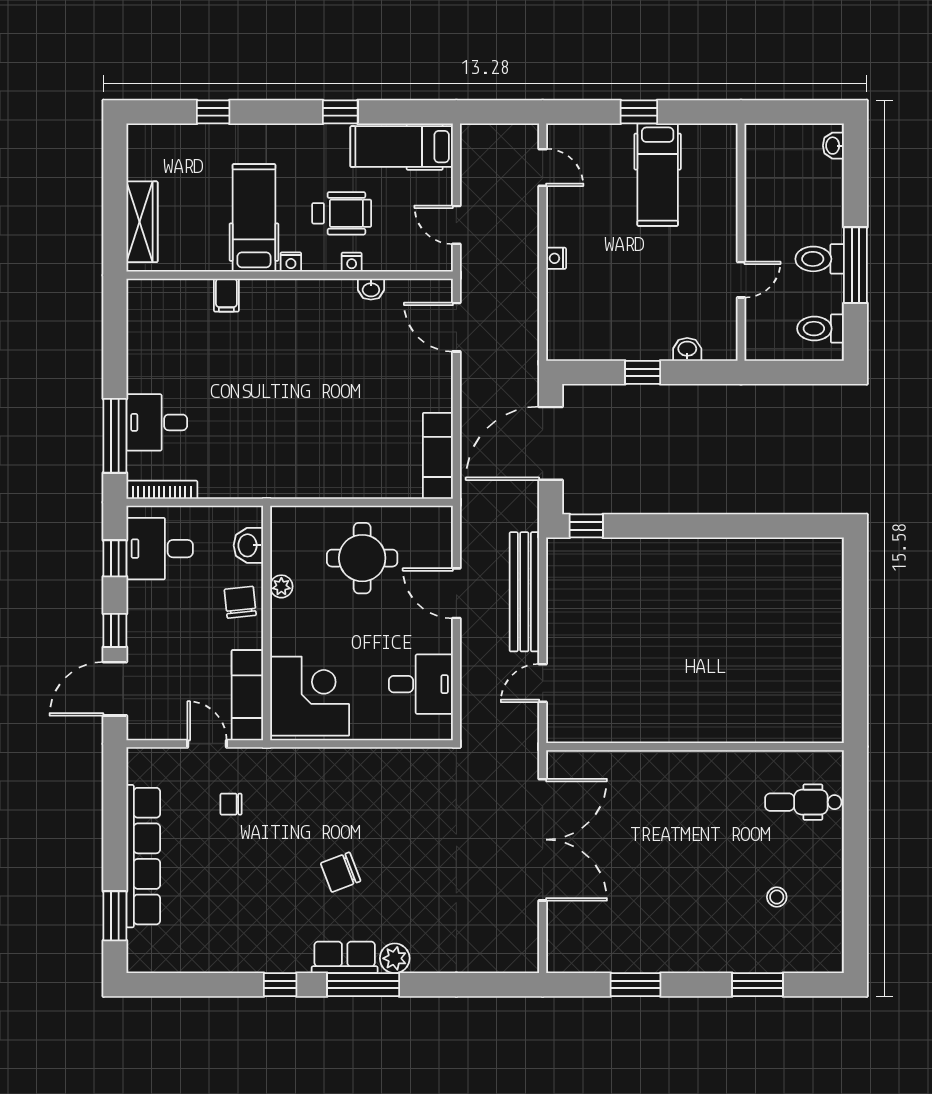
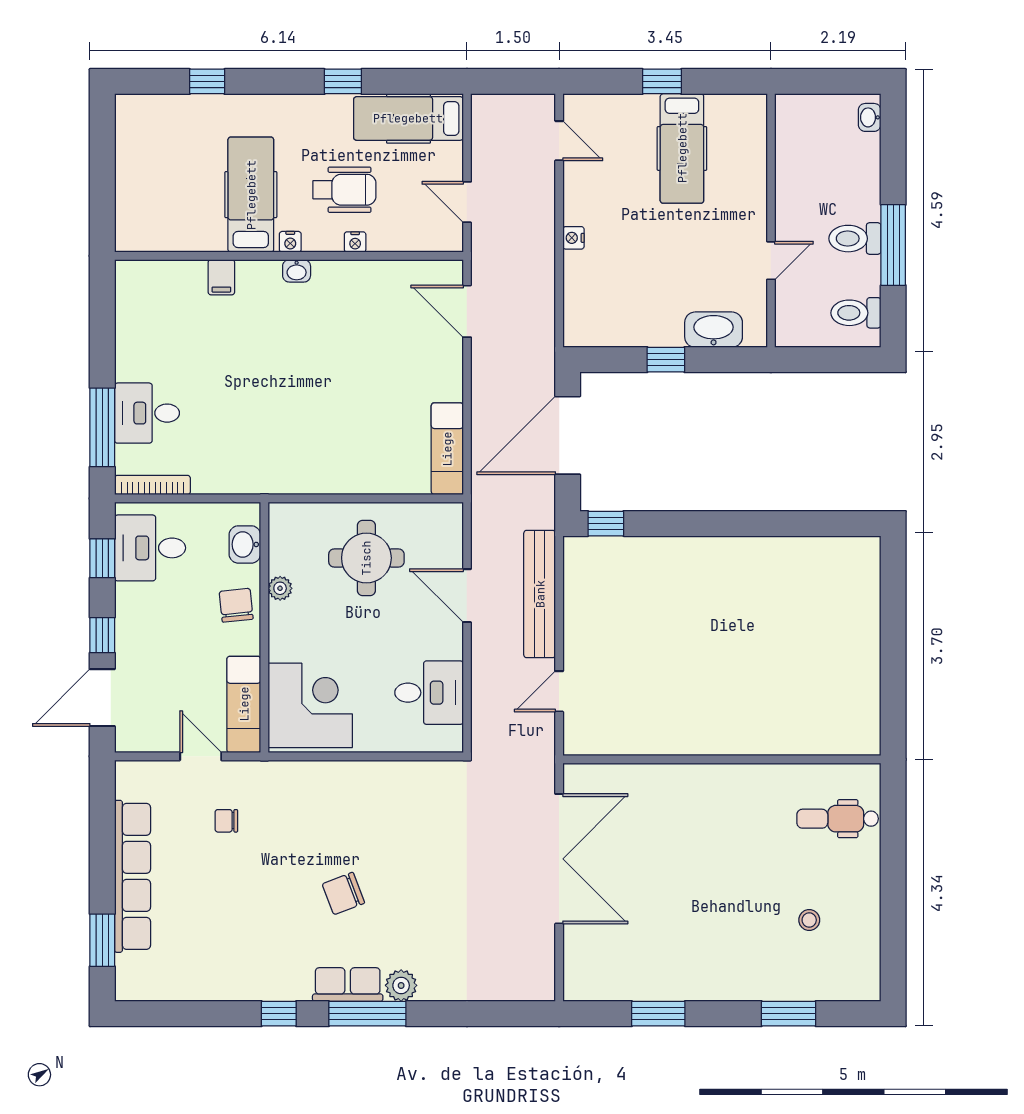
wardrobe: (142, 222) -> (131, 199), removed
washbasin: (371, 289) -> (297, 271), moved
washbasin: (687, 349) -> (714, 330), width x1.91, depth x1.45

